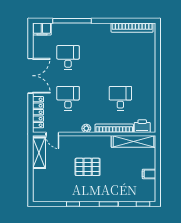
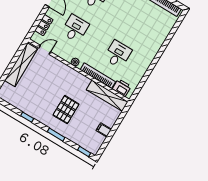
locker: (38, 112) -> (44, 25), width x0.66
door: (52, 134) -> (45, 50), swing flipped
shelving: (39, 153) -> (21, 65), width x1.47
pallet: (88, 167) -> (66, 110), moved, turned 90

